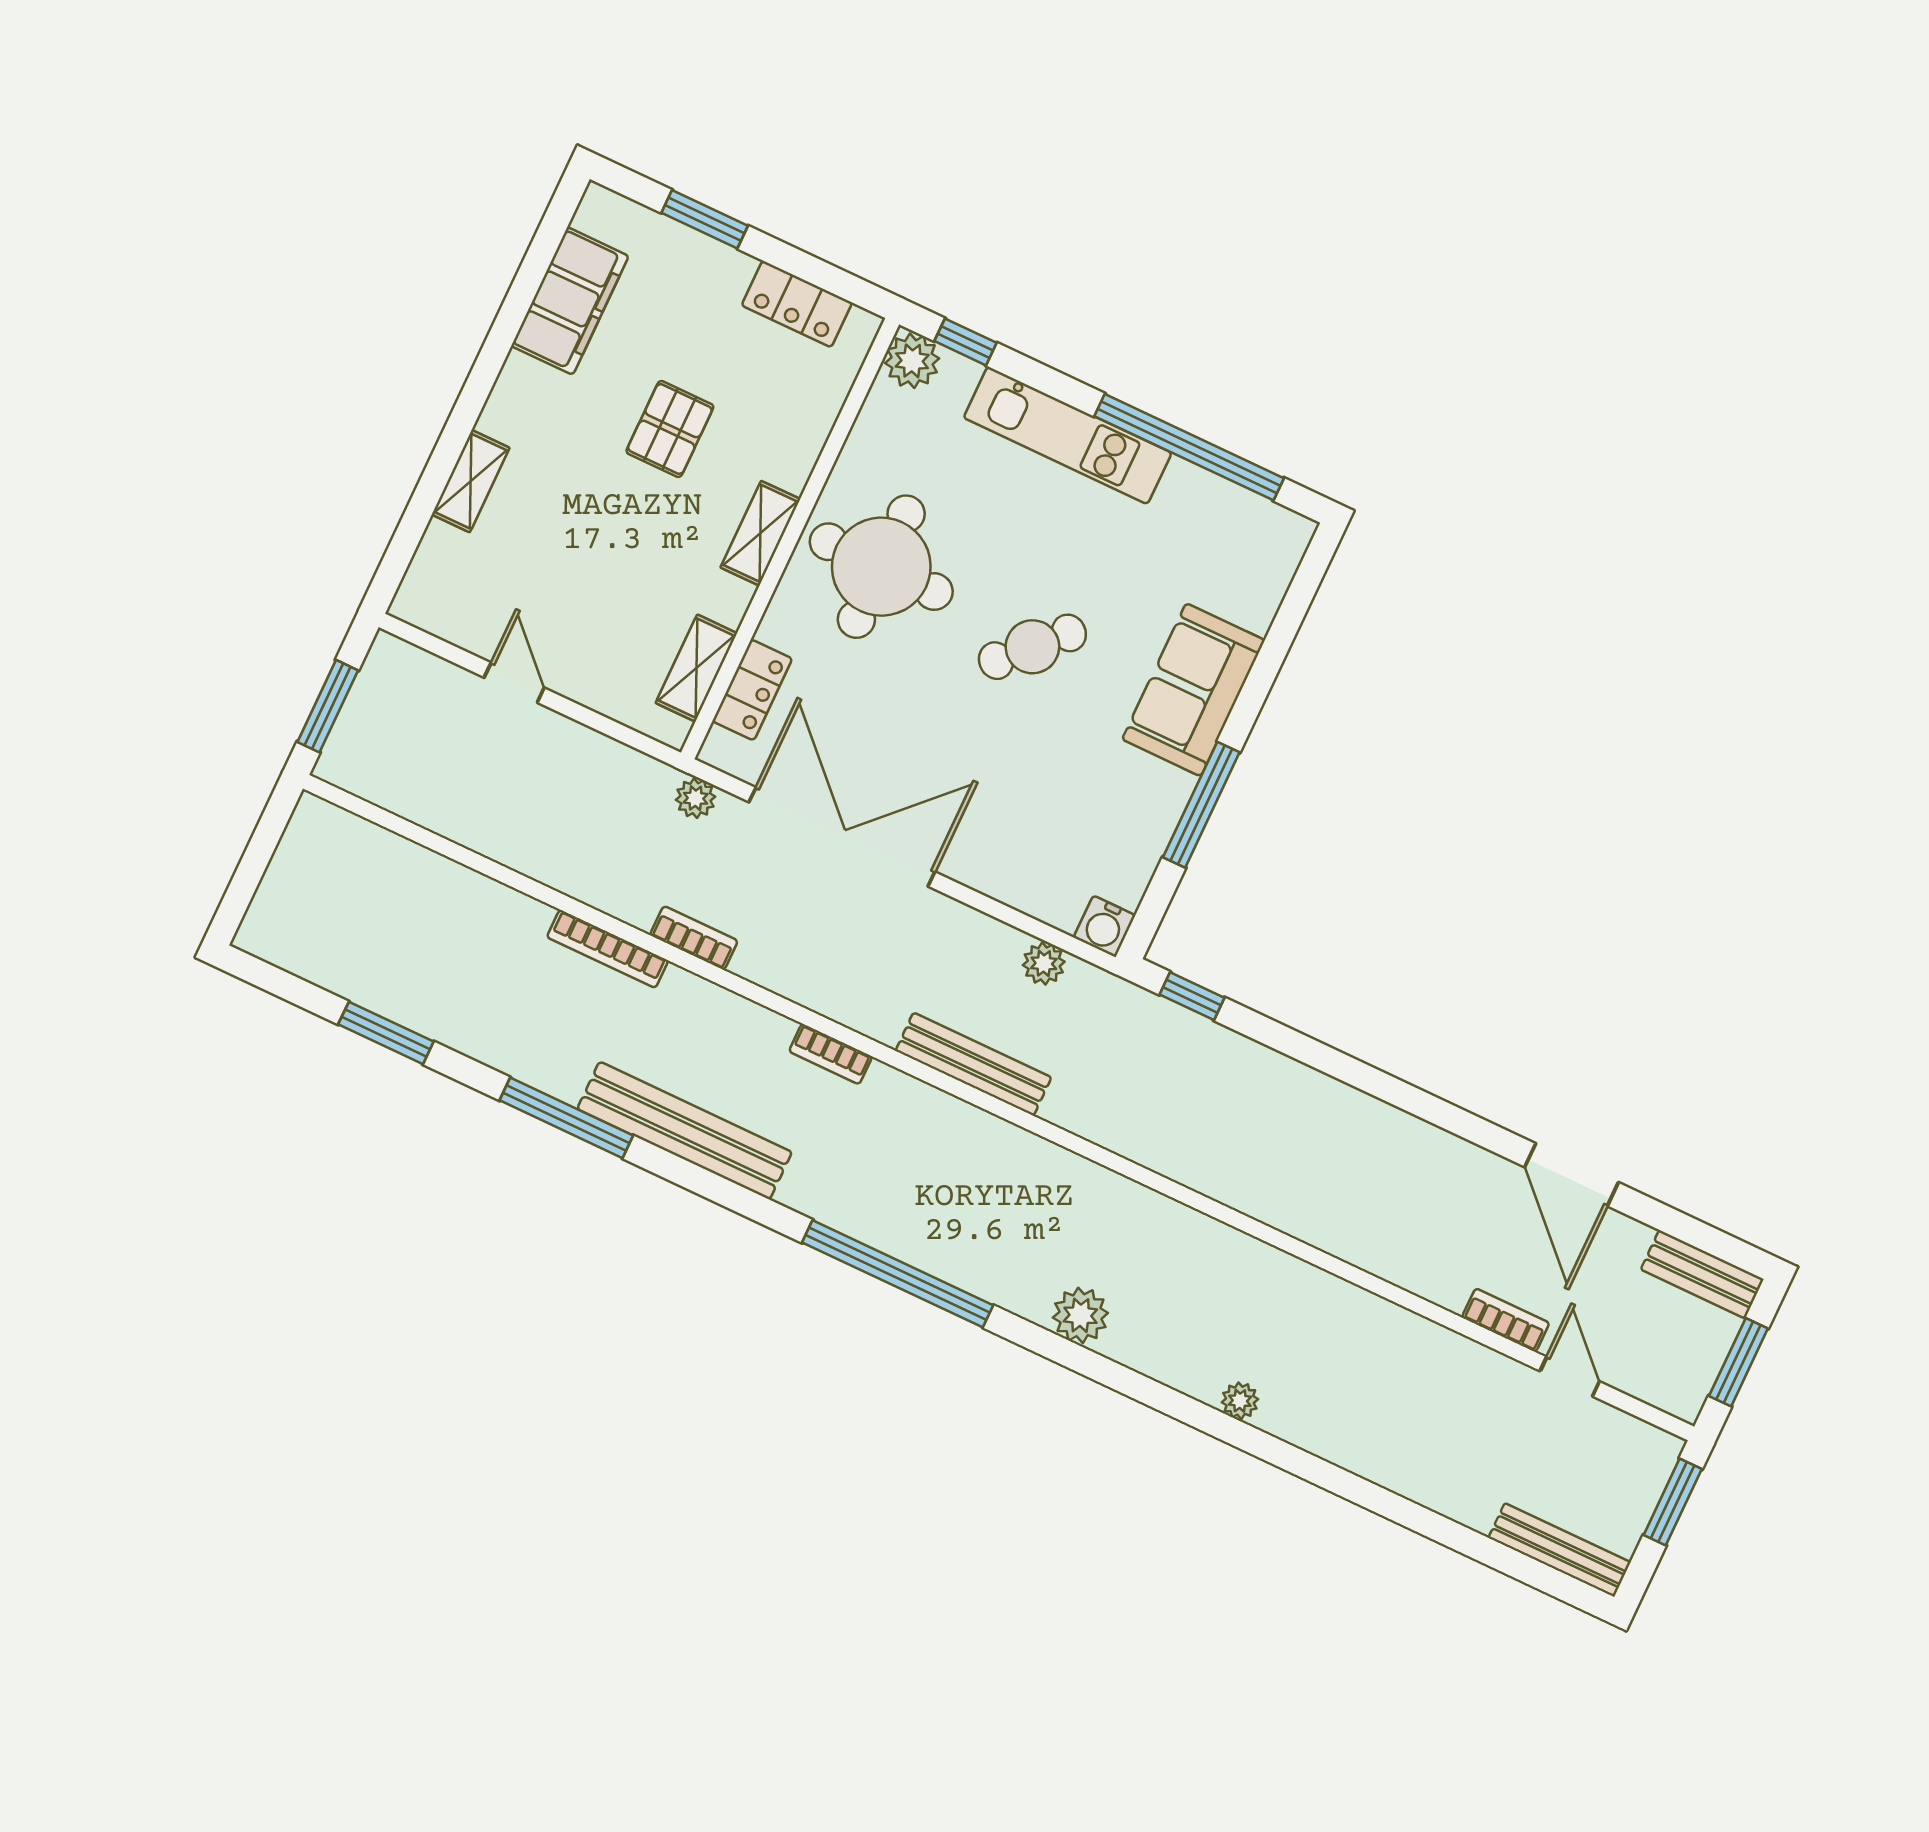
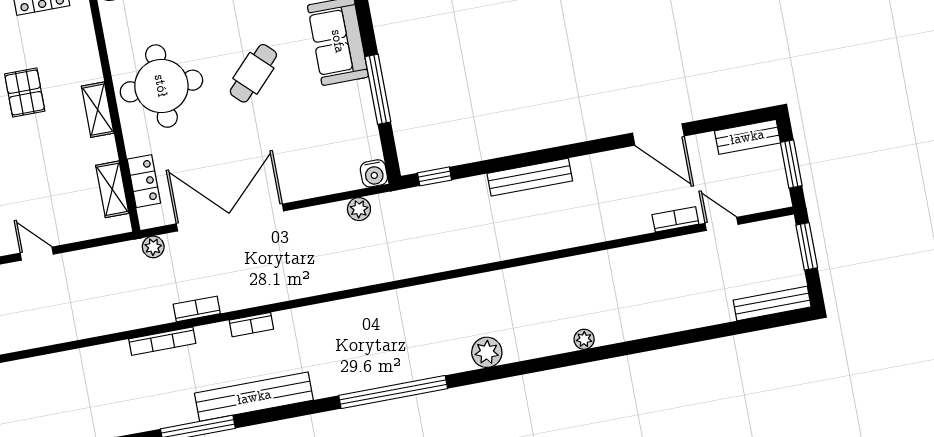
bookcase: (831, 1054) -> (251, 325), moved
bench: (973, 1064) -> (530, 177), moved

